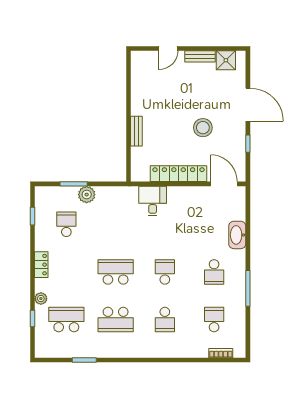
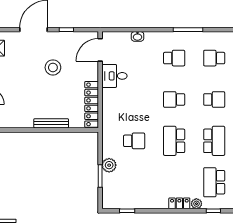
bench: (136, 131) -> (51, 123), width x1.36
locker: (179, 174) -> (92, 104), moved
desk: (153, 201) -> (114, 76), moved
school desk: (66, 224) -> (134, 141), moved, turned 180
washbasin: (237, 235) -> (138, 36), width x0.52, depth x0.69
locker: (41, 265) -> (179, 203), moved

